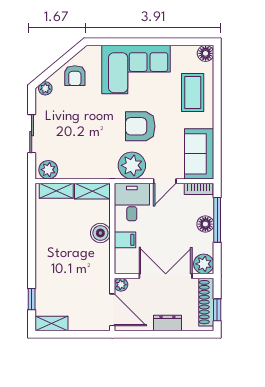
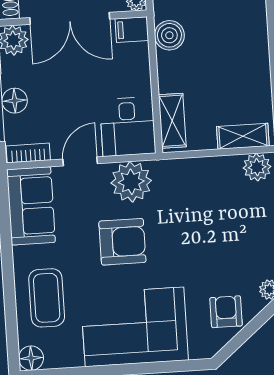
shelving: (92, 191) -> (172, 121), moved, turned 90
boiler: (100, 233) -> (169, 35), moved
filing cabinet: (125, 240) -> (132, 30), moved

